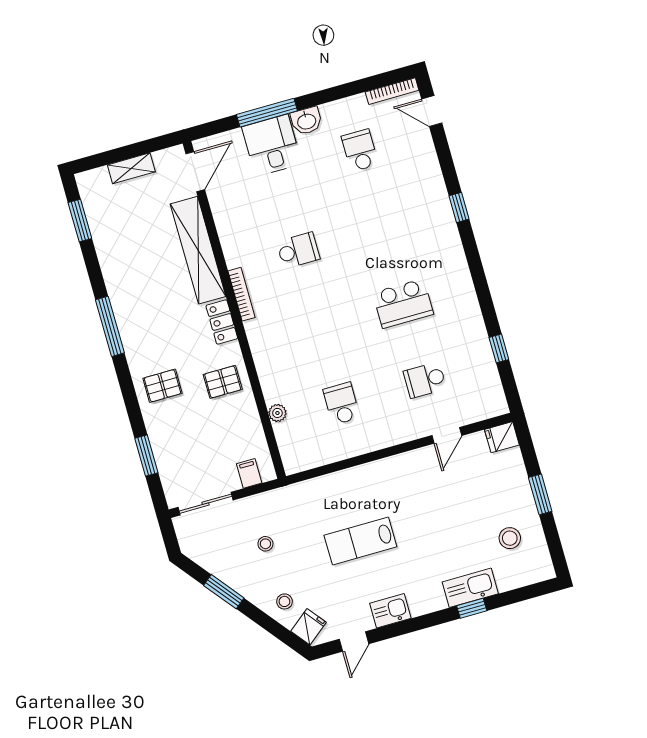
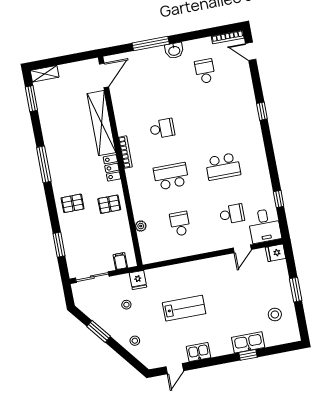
desk: (272, 145) -> (264, 226), moved, turned 180
shelving: (131, 168) -> (45, 74), moved
school desk: (320, 327) -> (171, 176), added
school desk: (425, 380) -> (232, 214), turned 180
lab bench: (360, 541) -> (184, 308), turned 180
fridge: (309, 627) -> (138, 280), moved, turned 129

